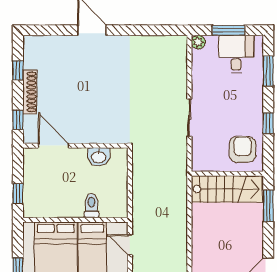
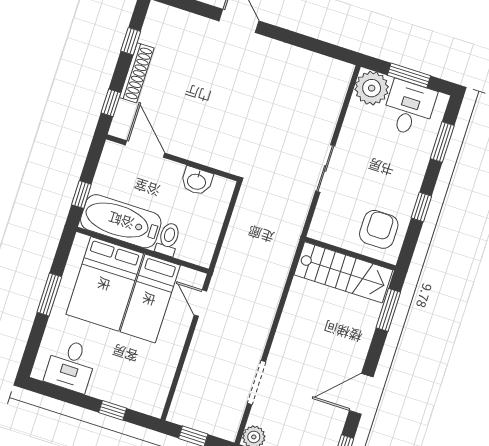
plant: (198, 42) -> (372, 88), width x1.87, depth x1.87
bathtub: (53, 204) -> (121, 221), added

